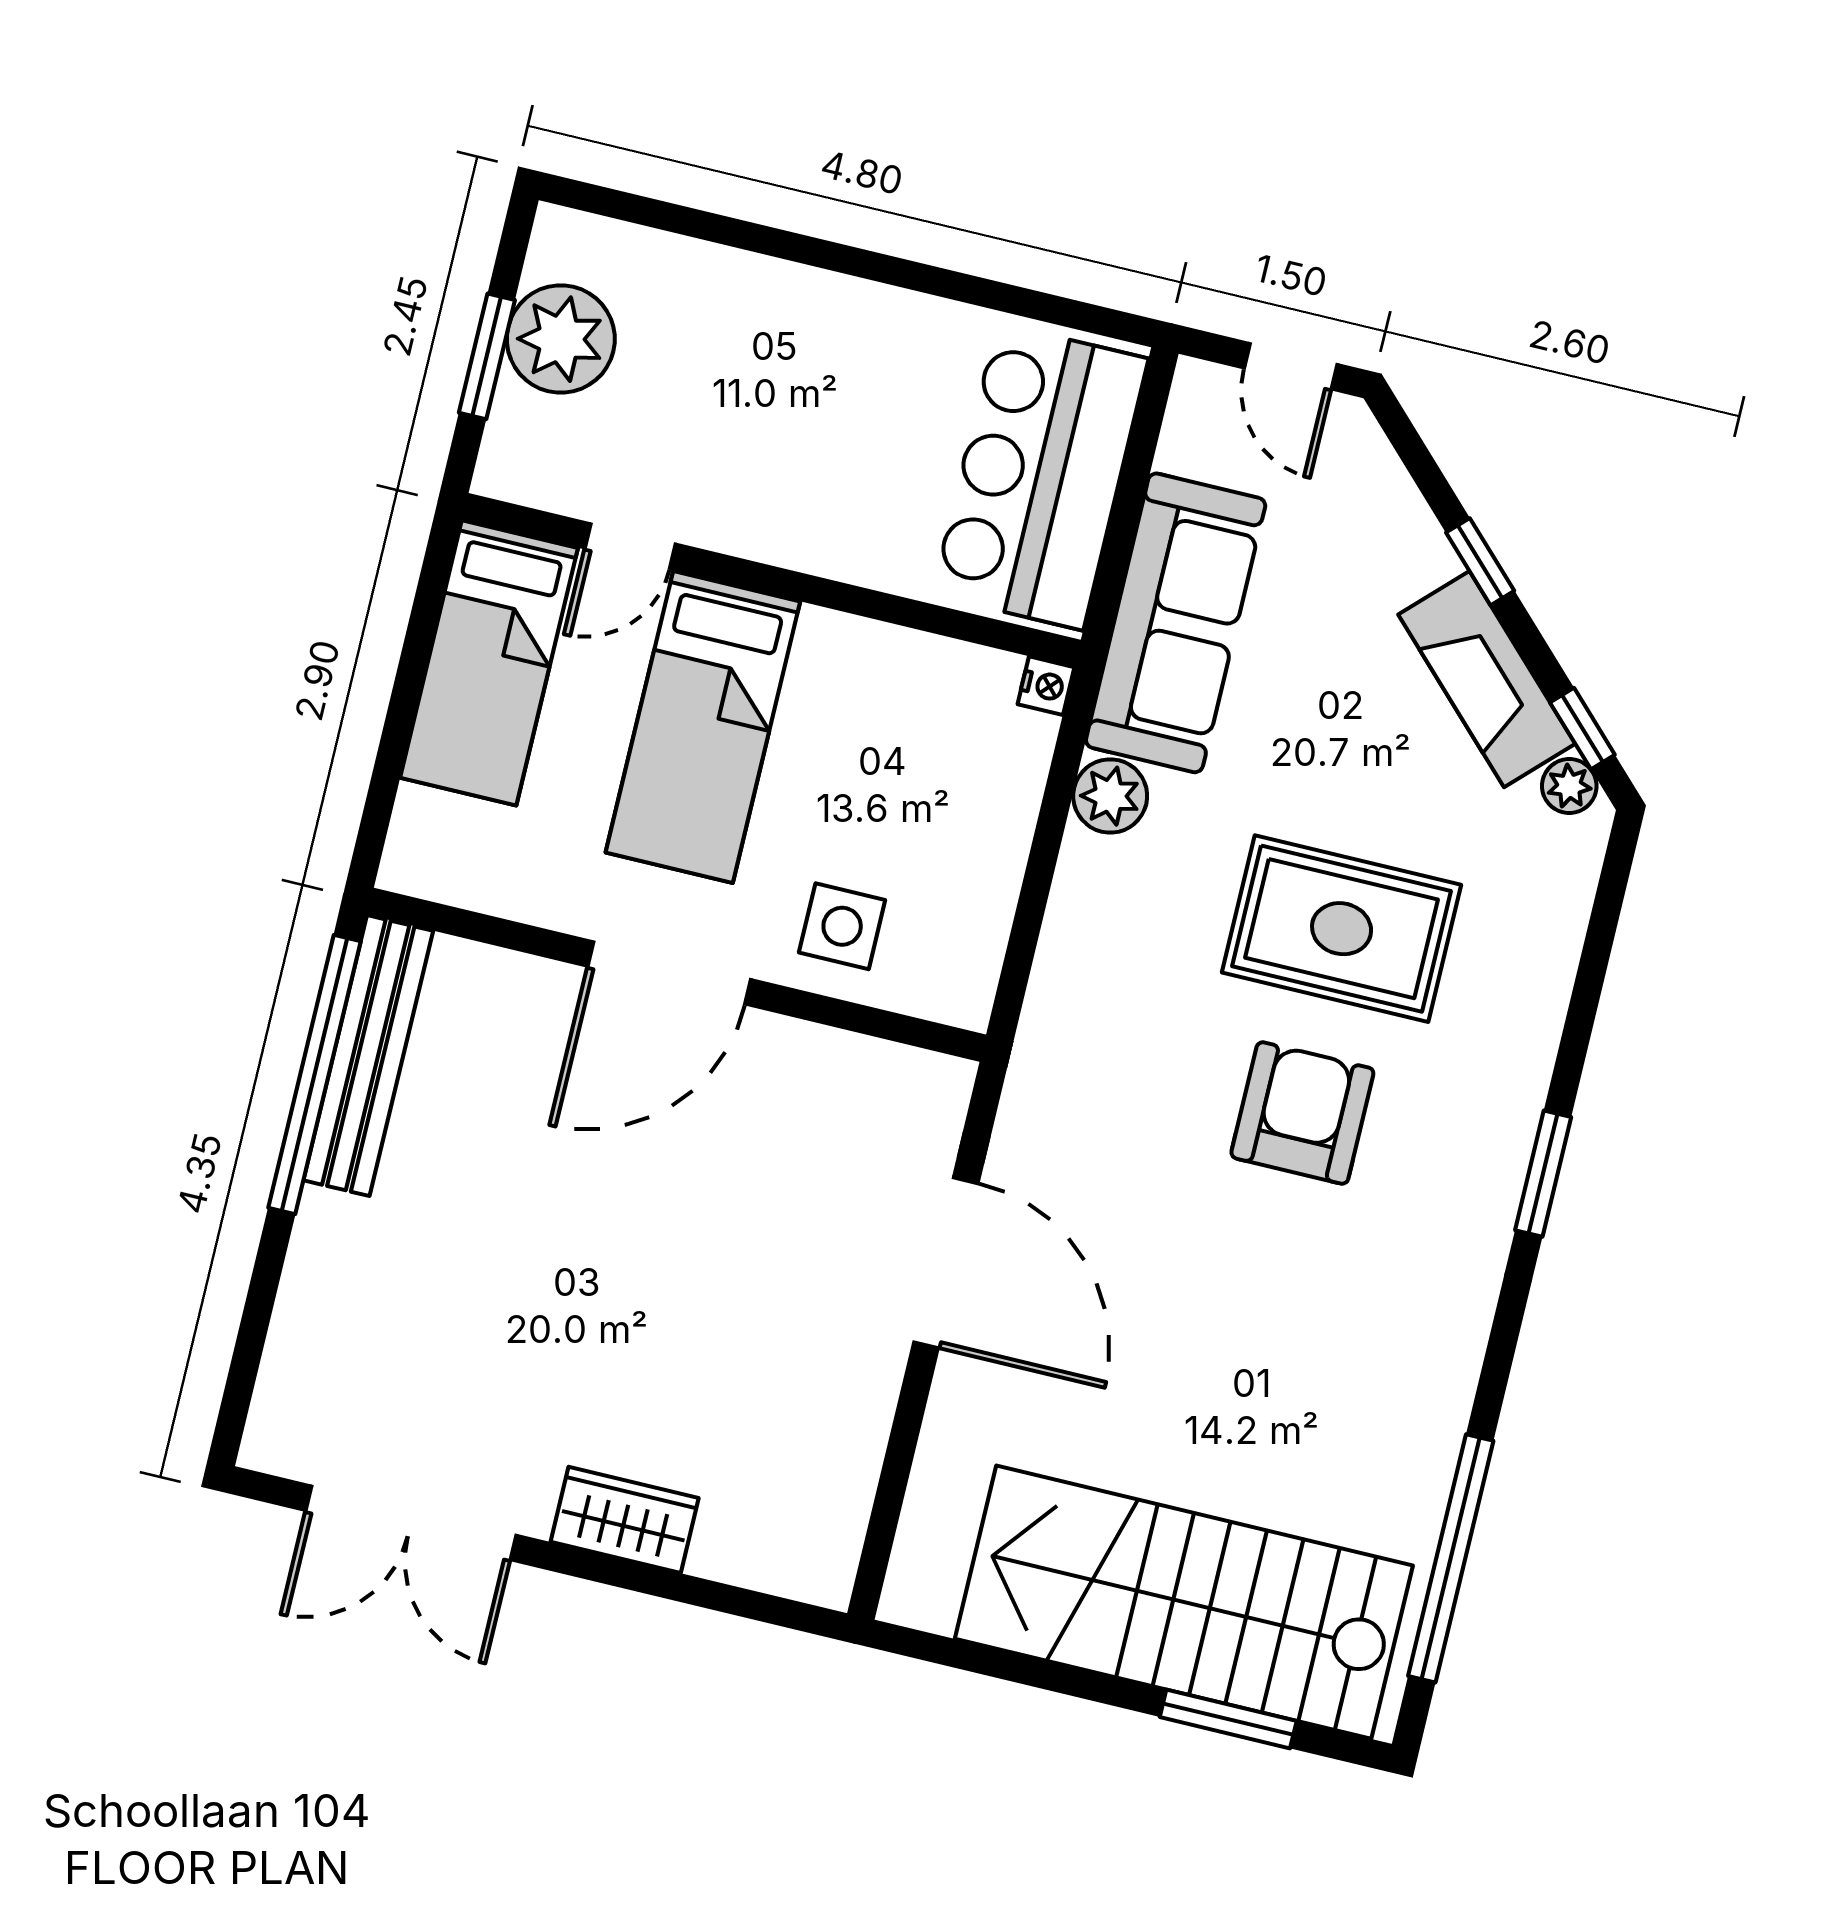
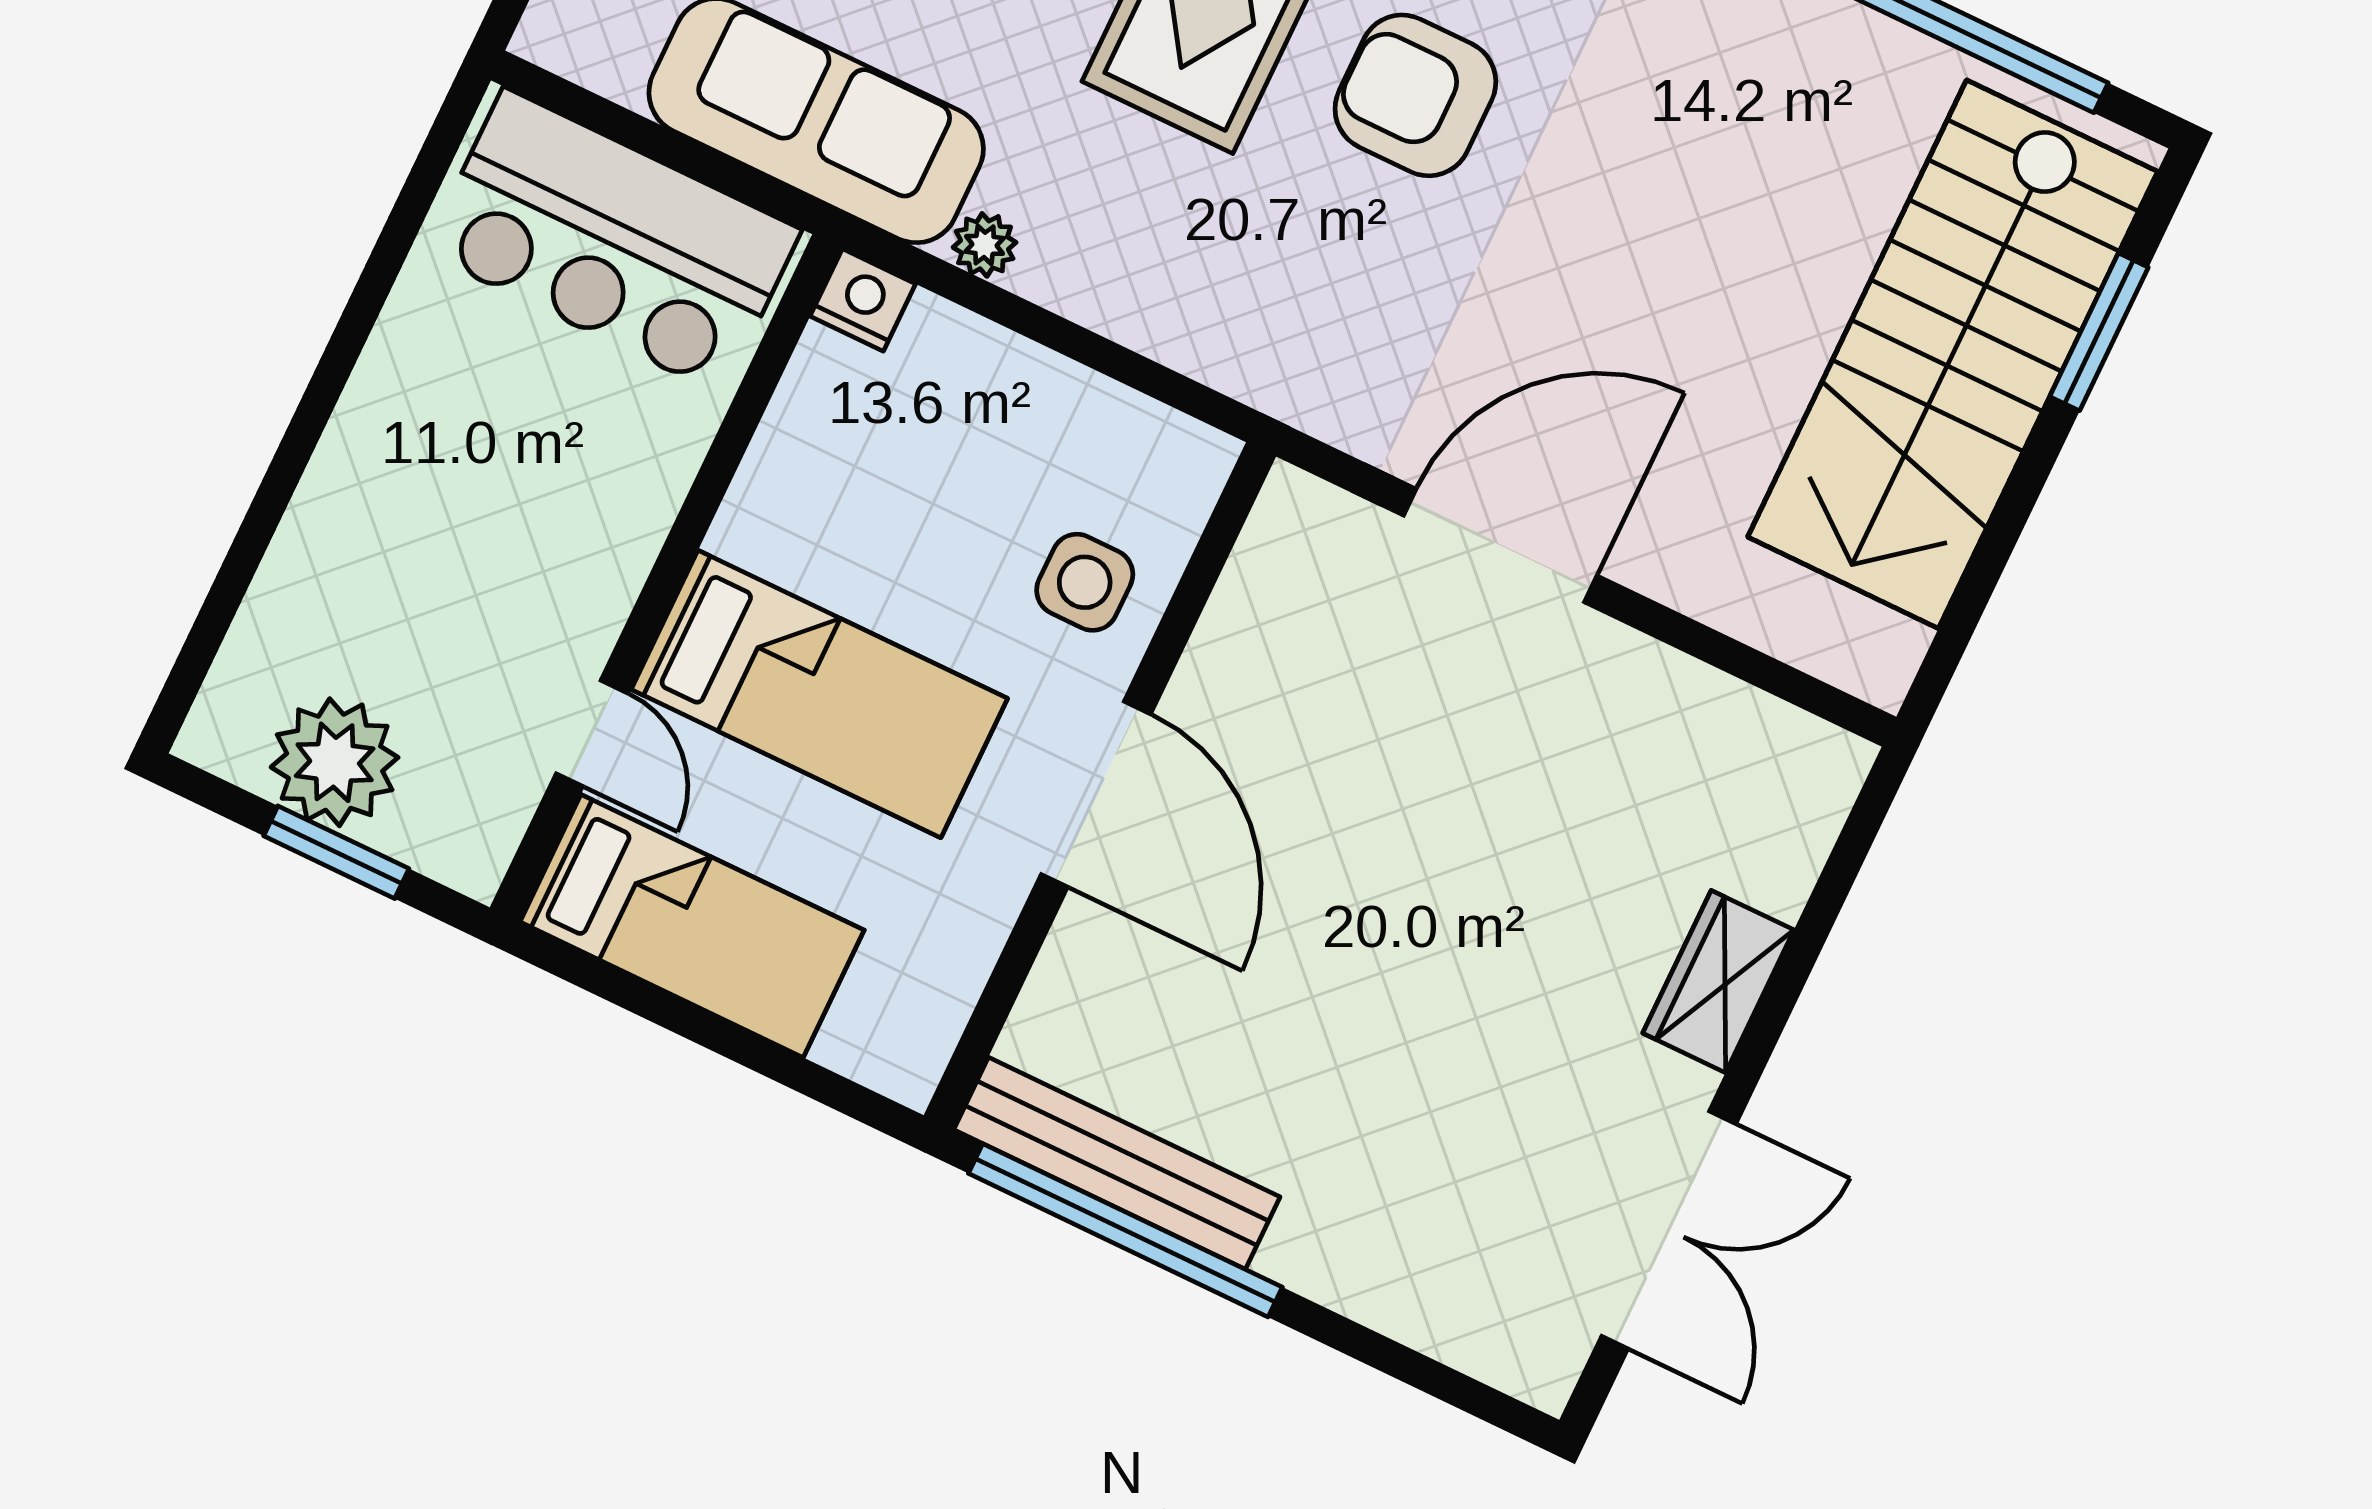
nightstand: (1046, 686) -> (863, 300), width x1.39, depth x1.35
plant: (1110, 796) -> (985, 245), width x0.73, depth x0.73

